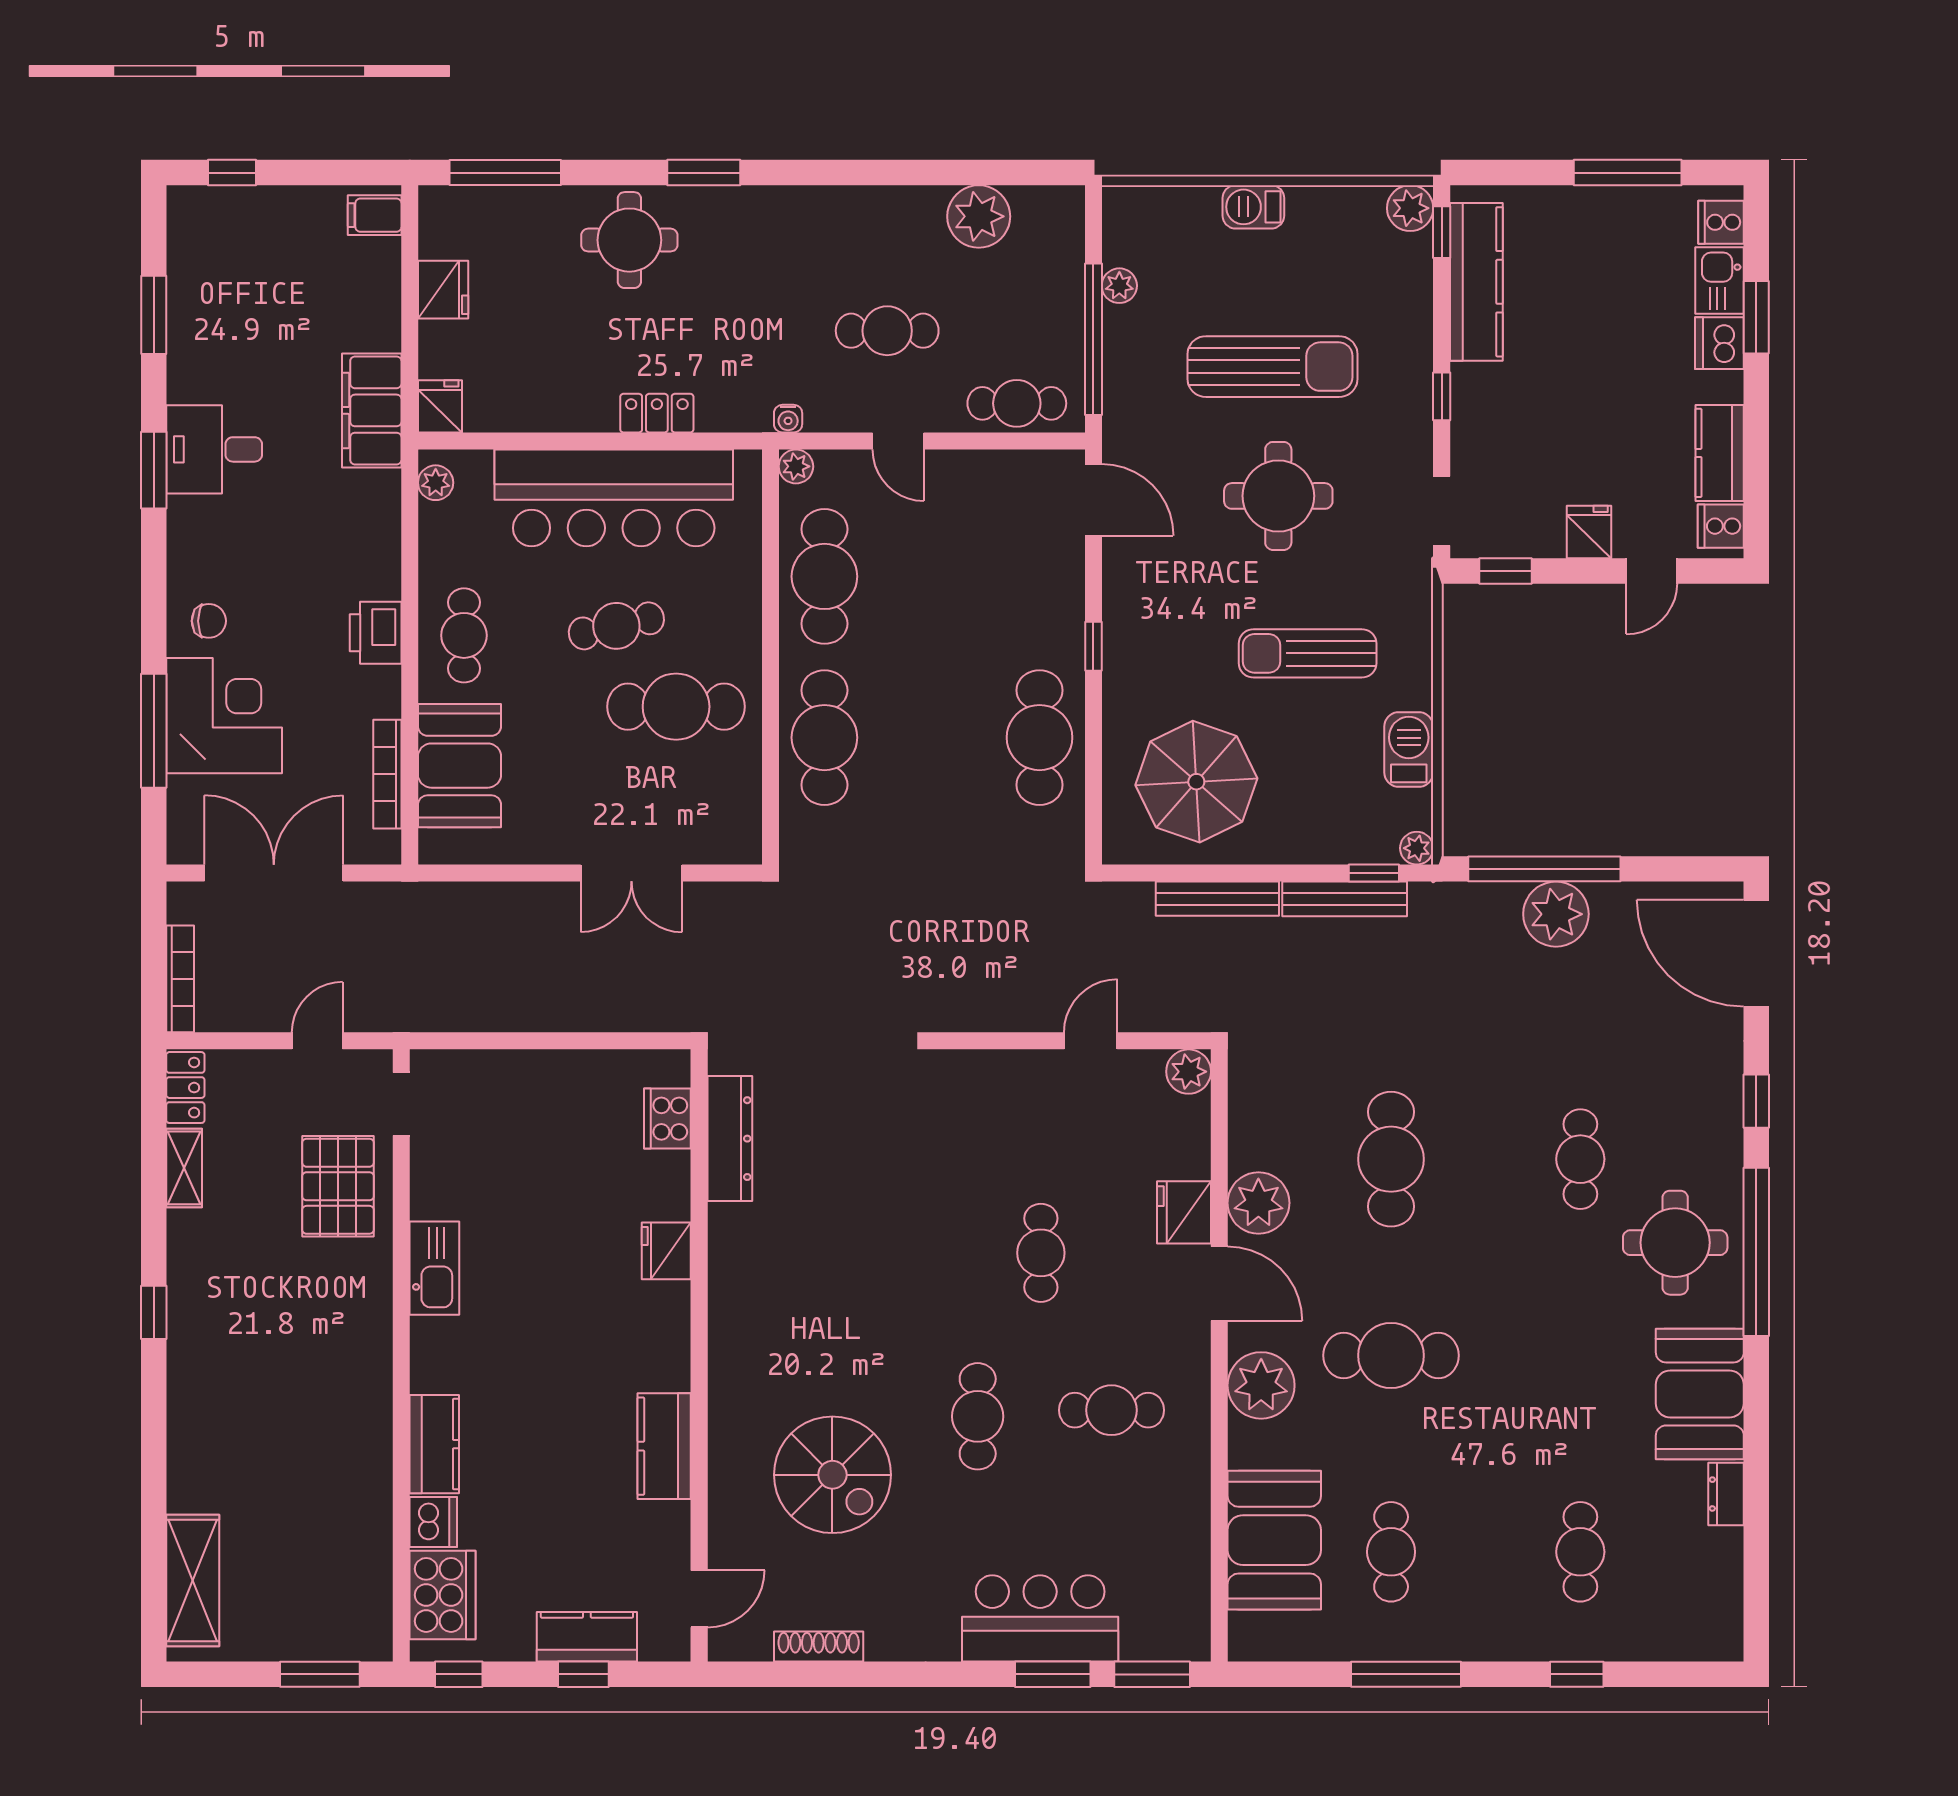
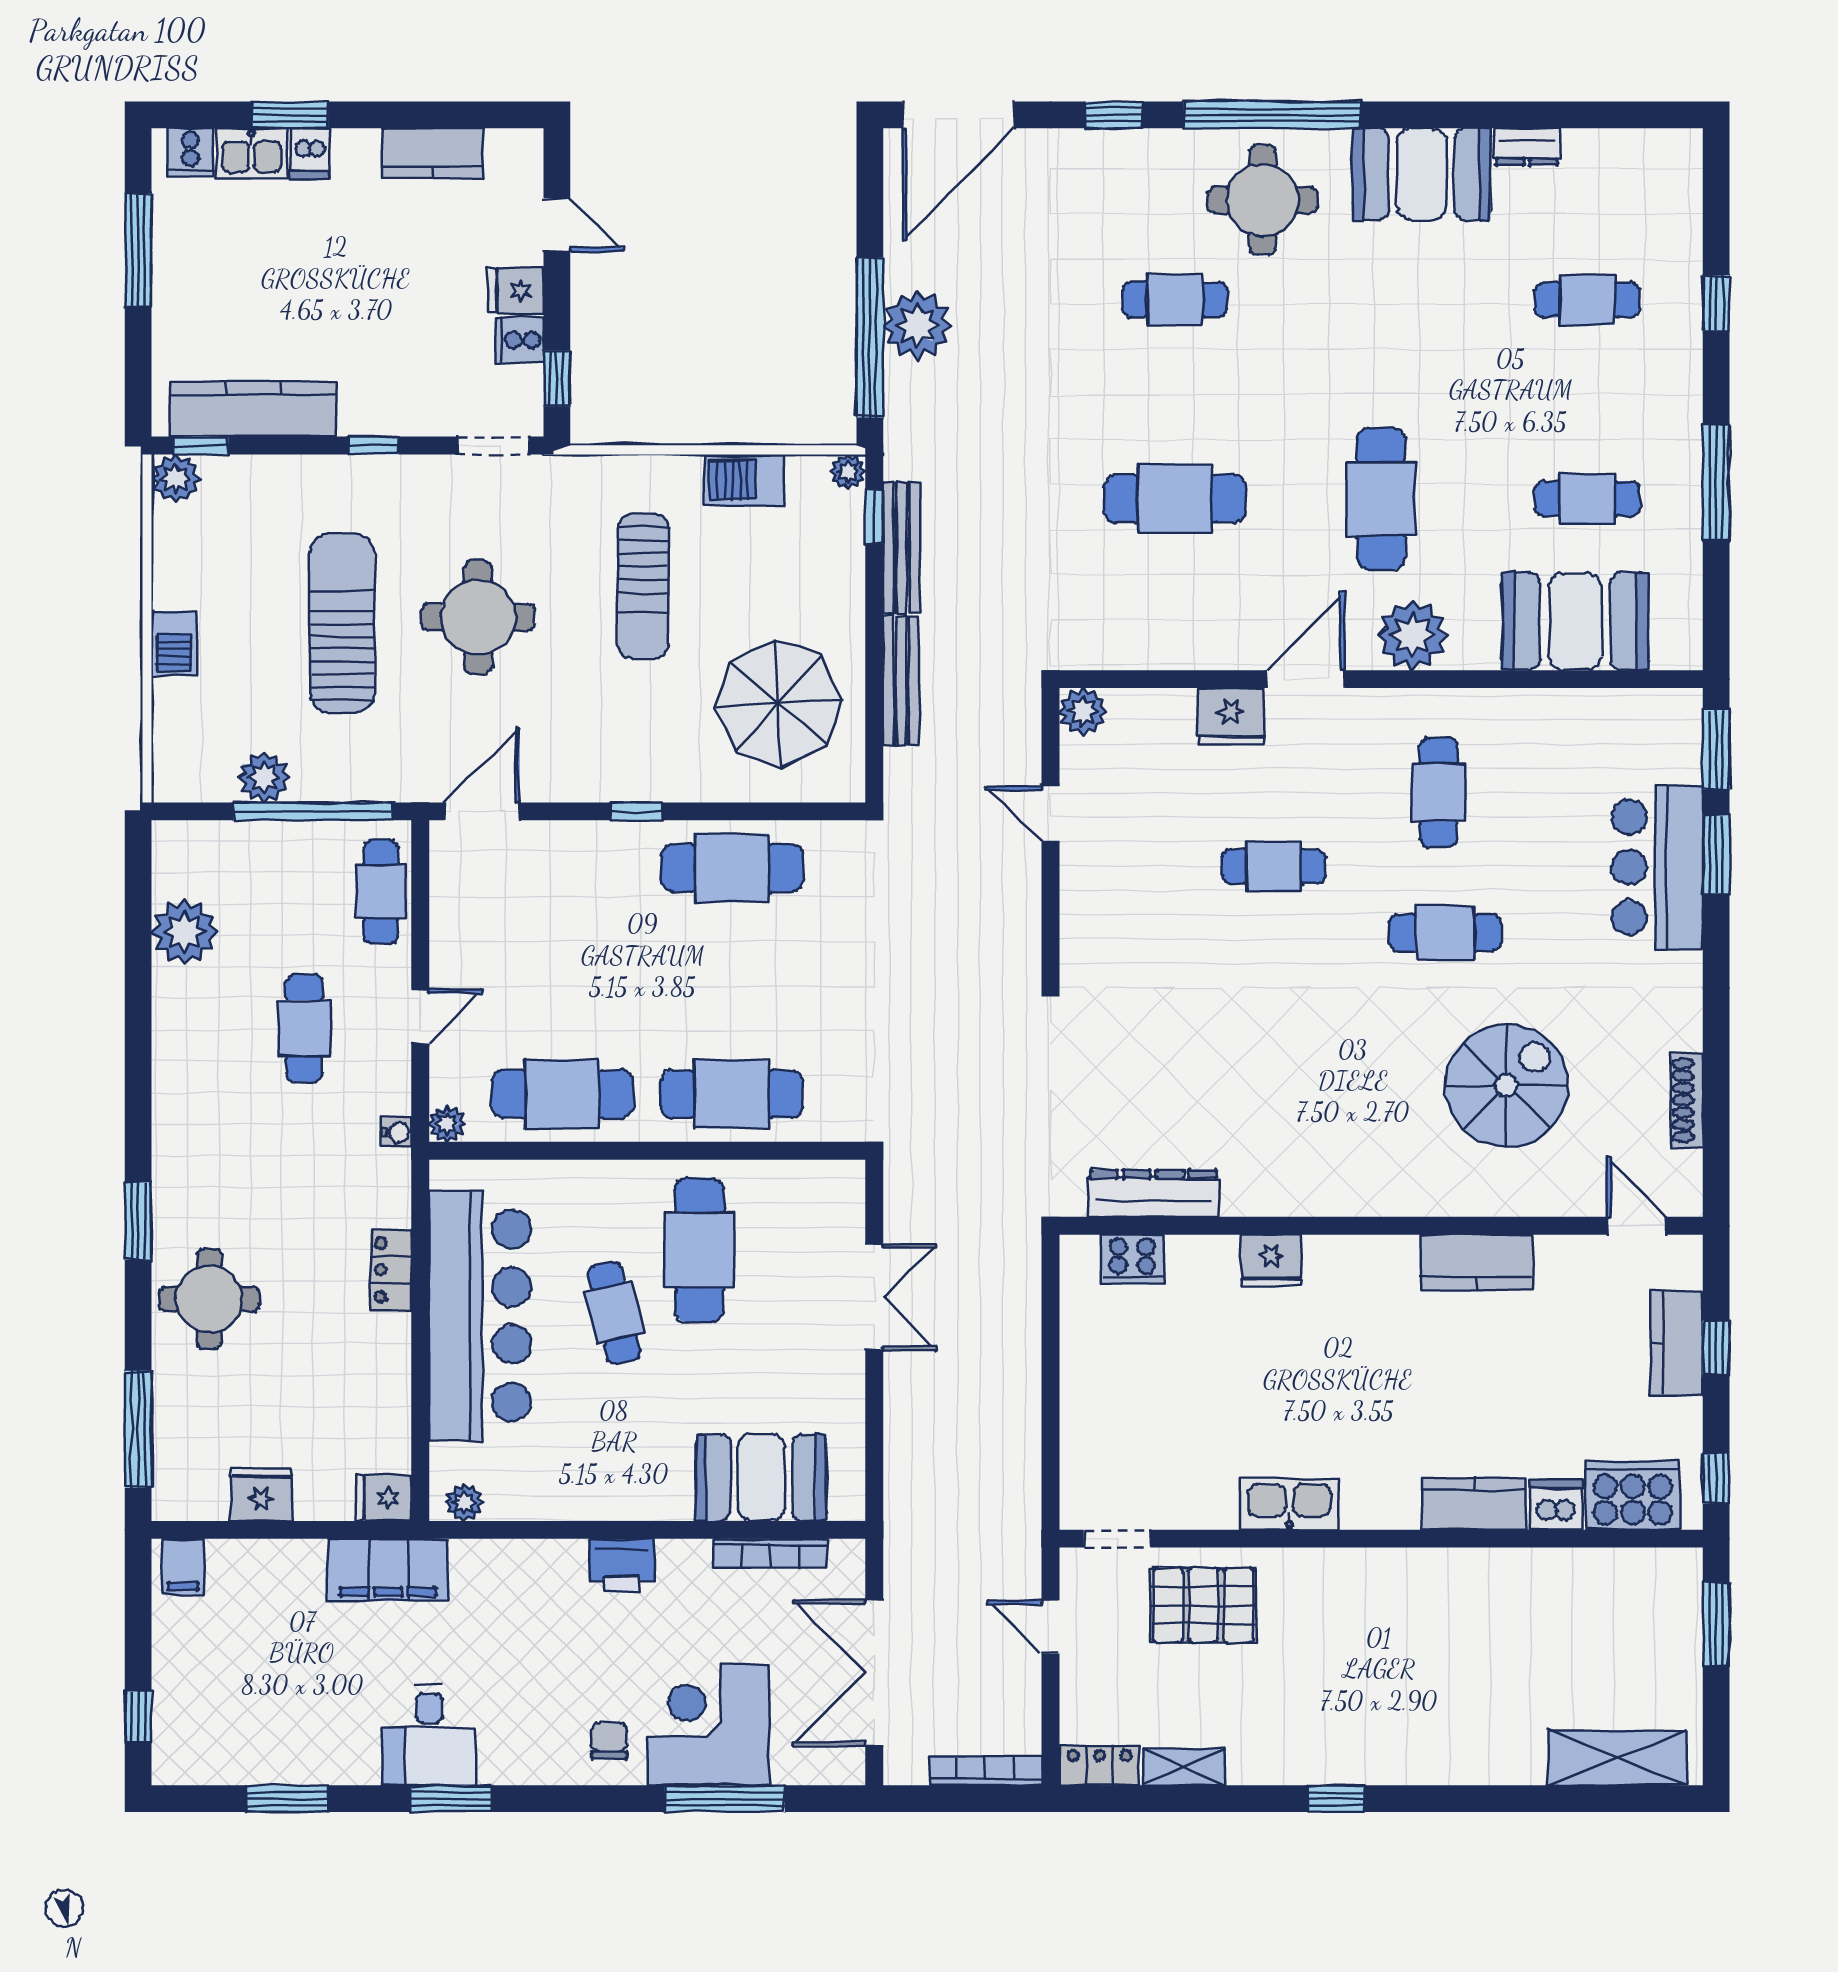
plant: (1119, 286) -> (264, 777), width x1.38, depth x1.38
dishwasher: (1719, 343) -> (310, 154), width x0.73
cooker: (1721, 526) -> (520, 340), moved, turned 90
cafe table: (464, 635) -> (625, 1473), removed
plant: (1258, 1203) -> (1221, 638), removed

